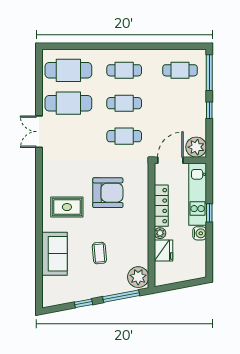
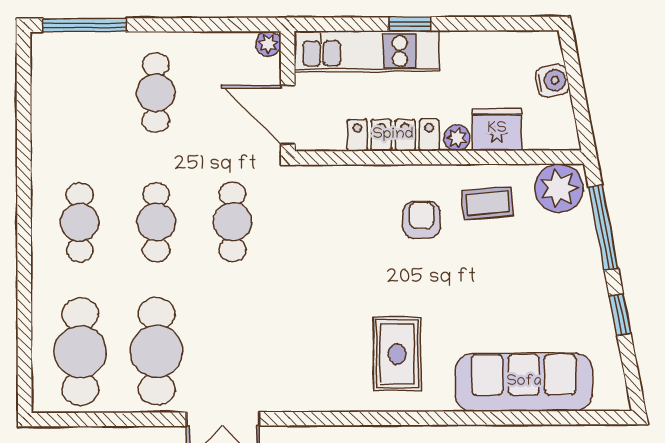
cafe table: (180, 70) -> (156, 93), moved
window: (209, 110) -> (172, 25), removed
plant: (196, 147) -> (268, 44), width x0.53, depth x0.53
armchair: (108, 193) -> (422, 220), moved, width x0.53, depth x0.53
water cooler: (200, 233) -> (552, 81), moved, turned 79
coffee table: (99, 253) -> (488, 203), moved
sofa: (54, 254) -> (524, 382), width x1.36

